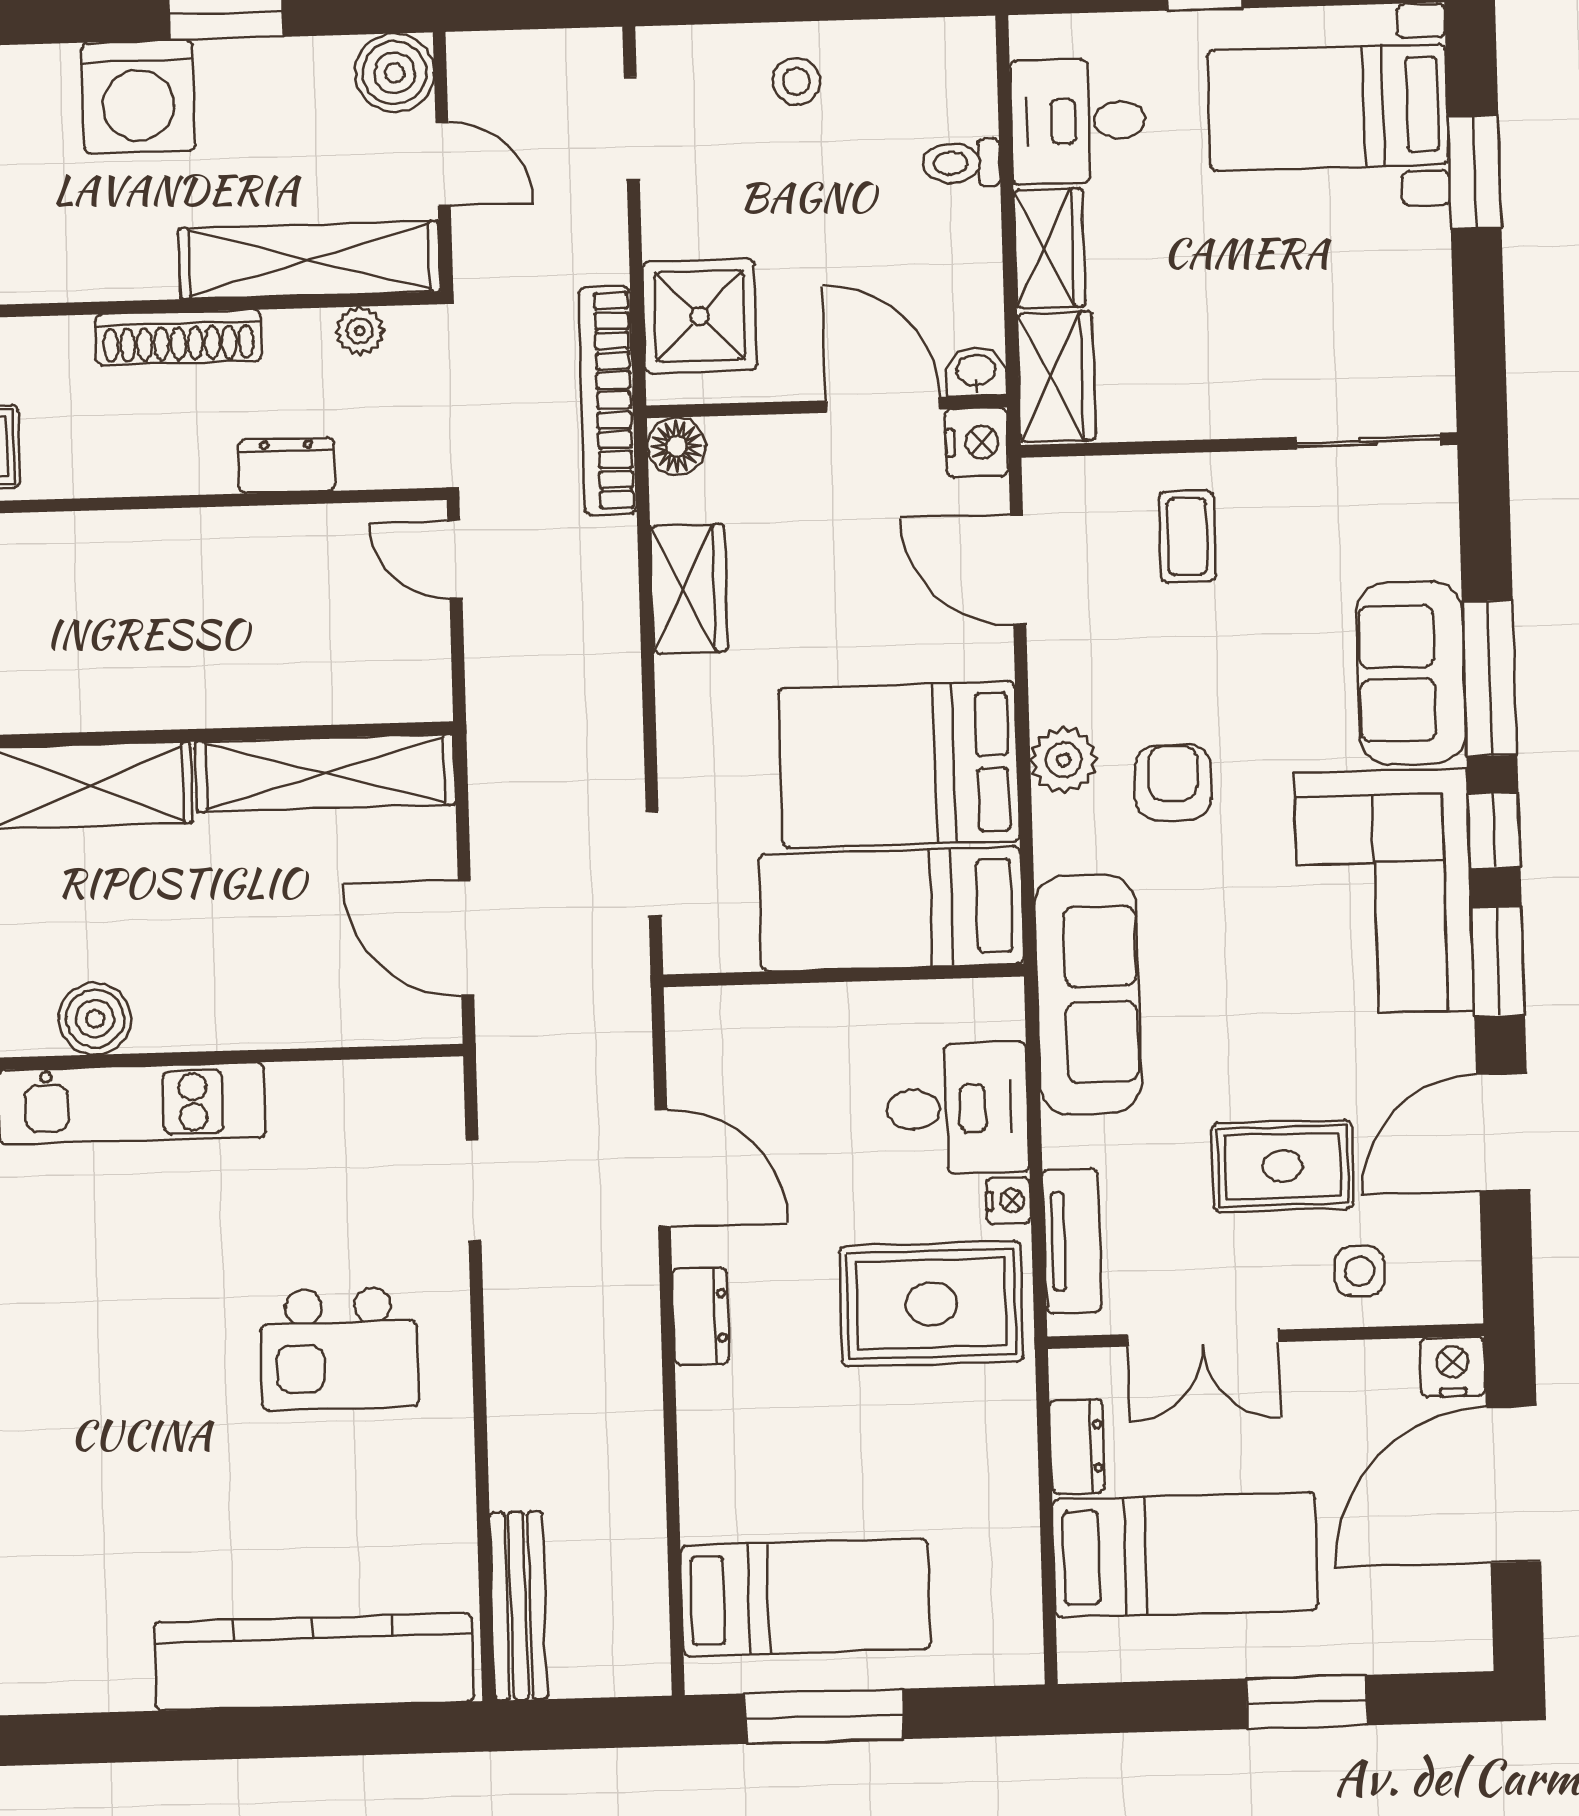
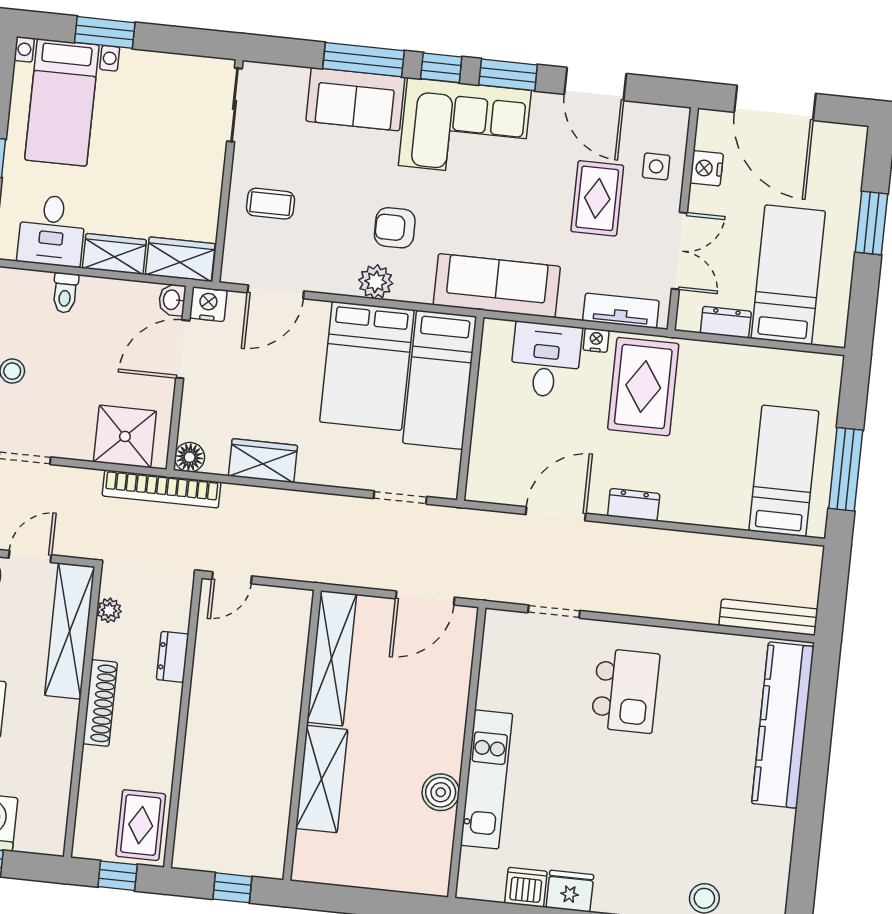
nightstand: (1453, 1367) -> (707, 168), moved

